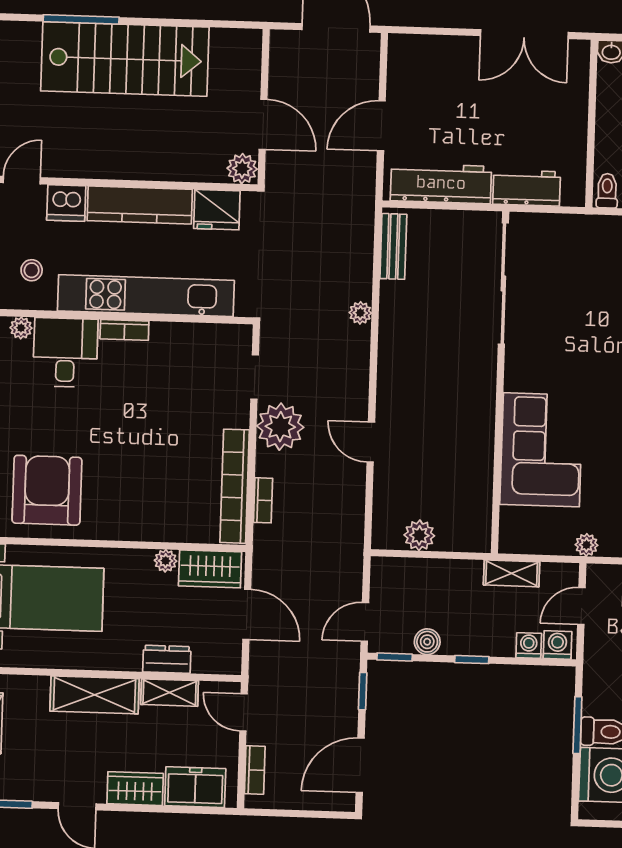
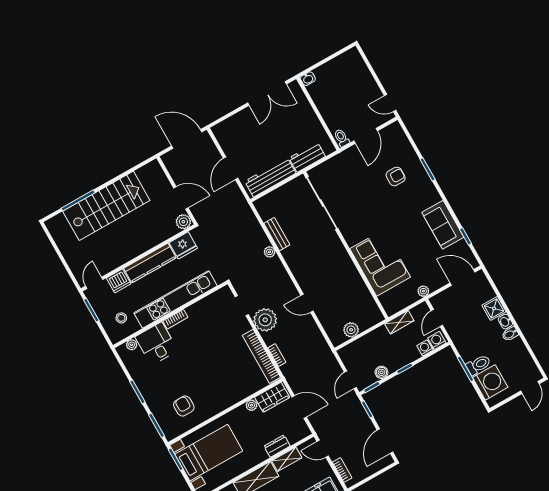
bench: (393, 246) -> (277, 234), moved
armchair: (47, 490) -> (184, 406), width x0.53, depth x0.53

